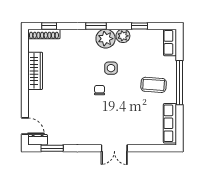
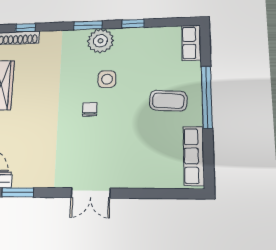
window: (140, 26) -> (133, 24), moved
plant: (123, 36) -> (125, 37), removed
double door: (114, 148) -> (91, 193), moved

